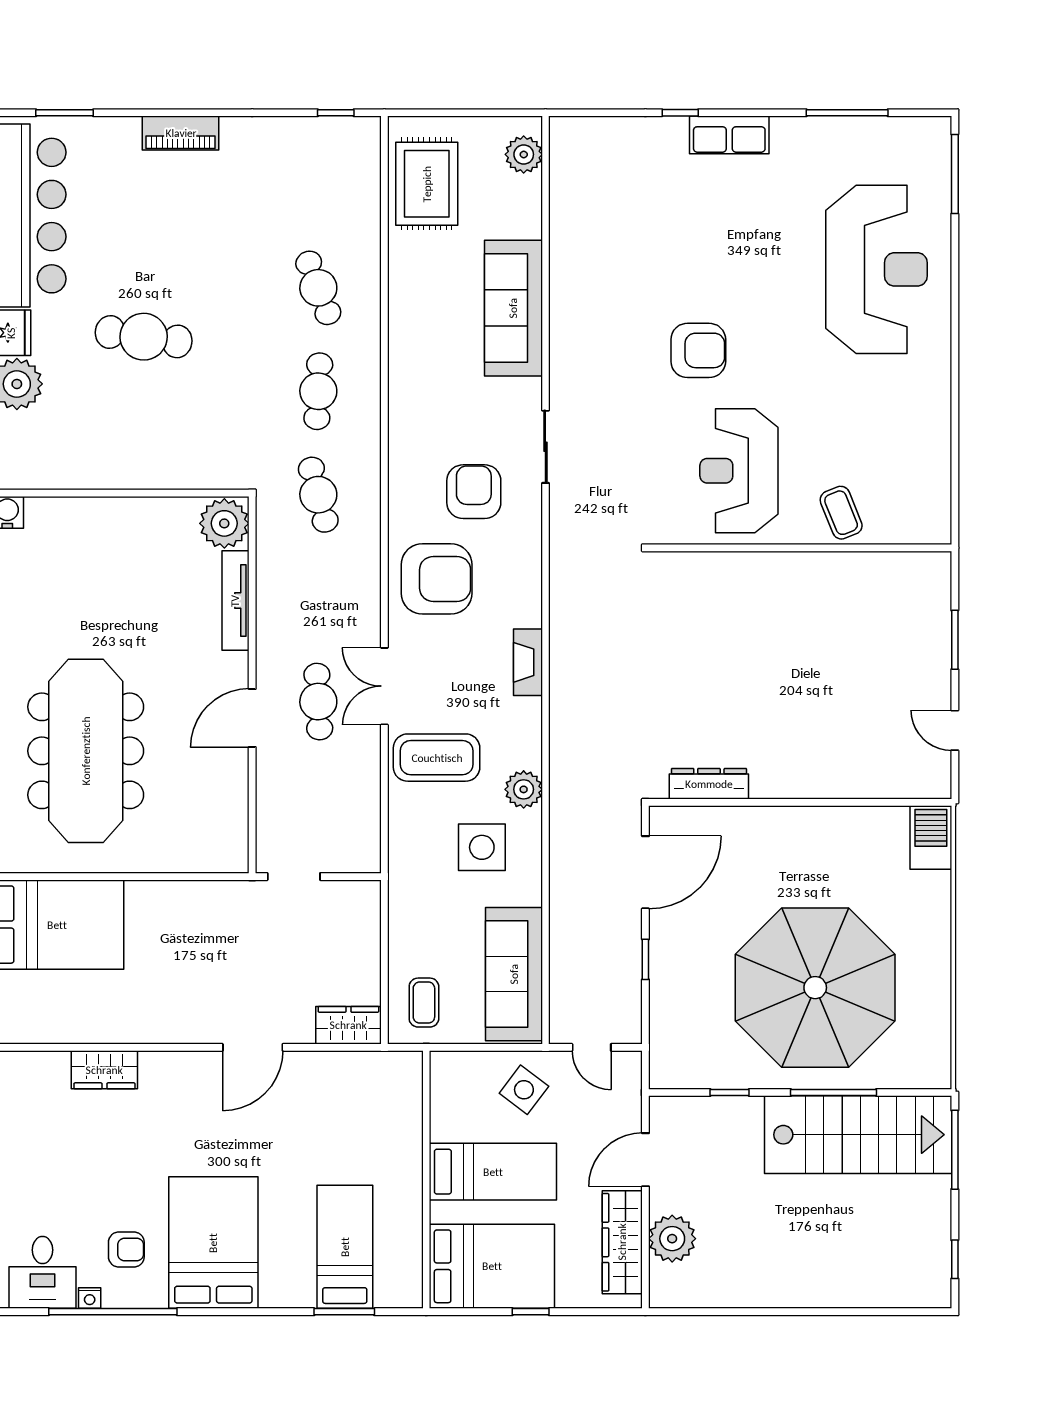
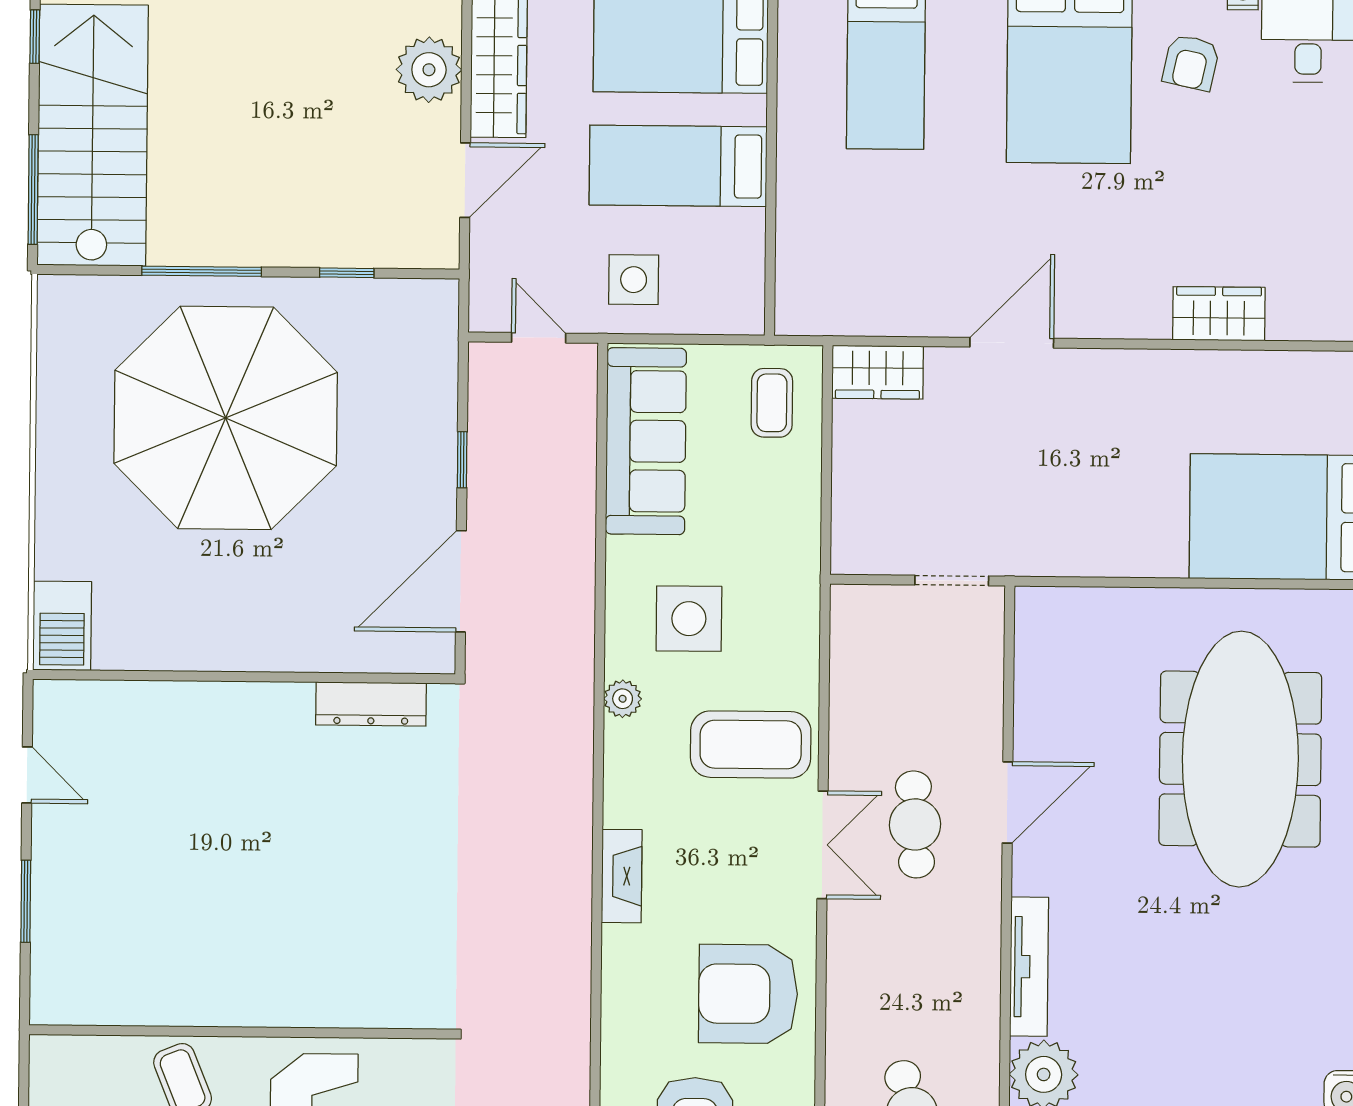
plant: (524, 789) -> (623, 699), width x0.73, depth x0.73
side table: (524, 1090) -> (634, 280), turned -37
stairs: (858, 1135) -> (93, 135), moved, turned 90
armchair: (126, 1250) -> (1191, 62), turned -78

